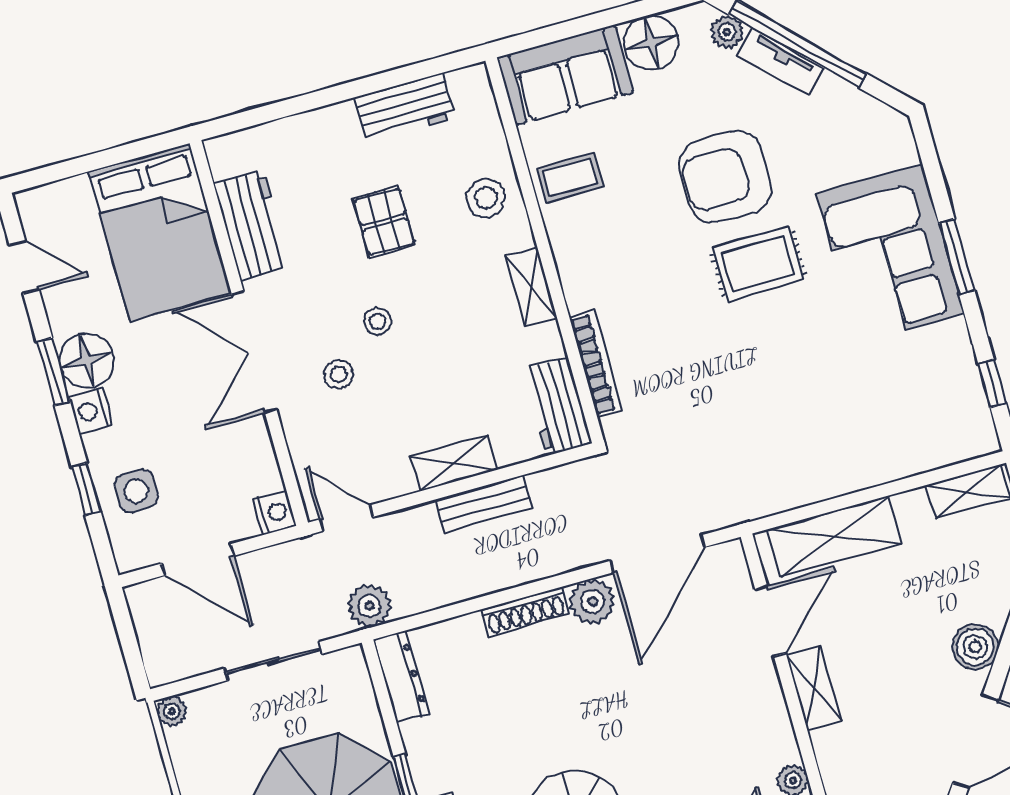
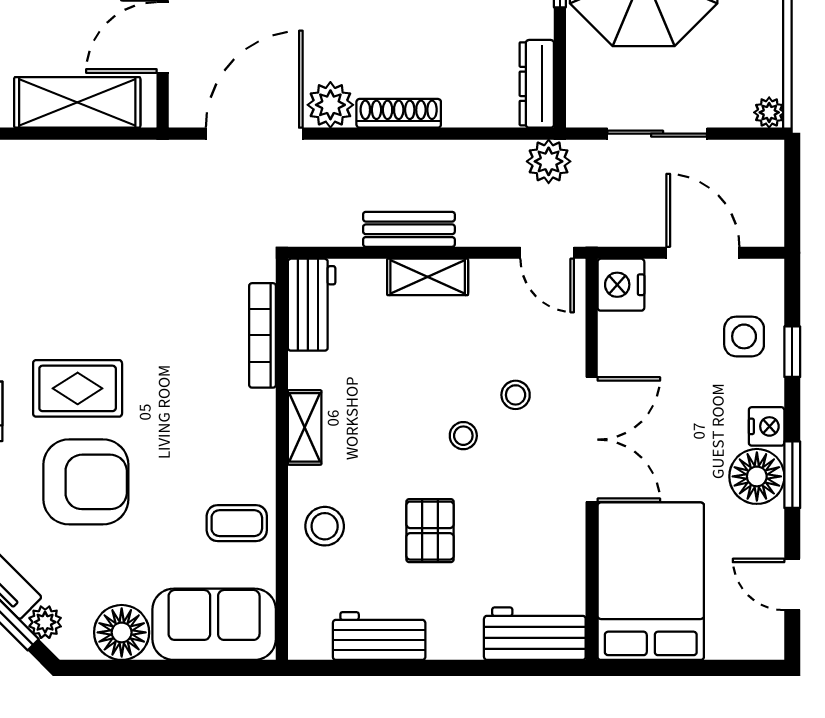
workbench: (252, 225) -> (535, 634), moved, turned 90
nightstand: (275, 512) -> (621, 285), width x1.36, depth x1.33

